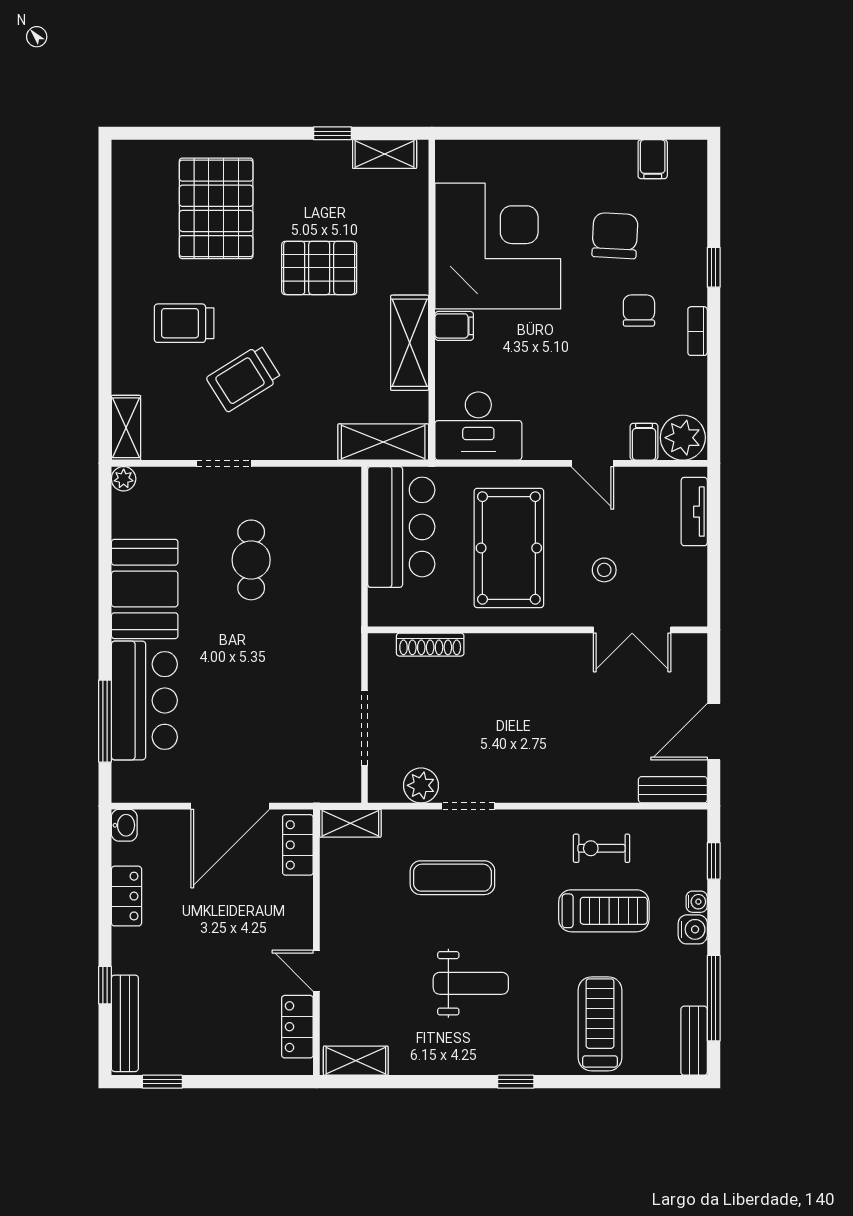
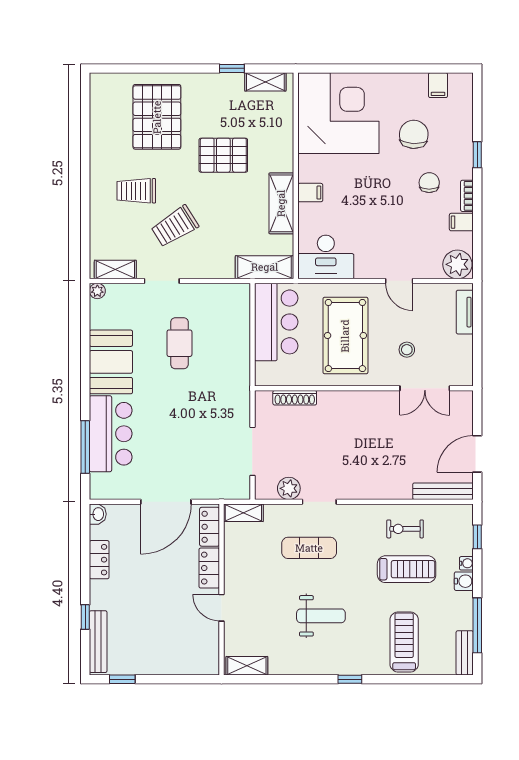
corner desk: (498, 246) -> (338, 113), moved
shelving: (126, 428) -> (115, 270), moved, turned 90
filing cabinet: (644, 442) -> (461, 222), moved, turned -90
bench: (673, 790) -> (443, 491), width x1.36
locker: (297, 1027) -> (209, 568), moved

